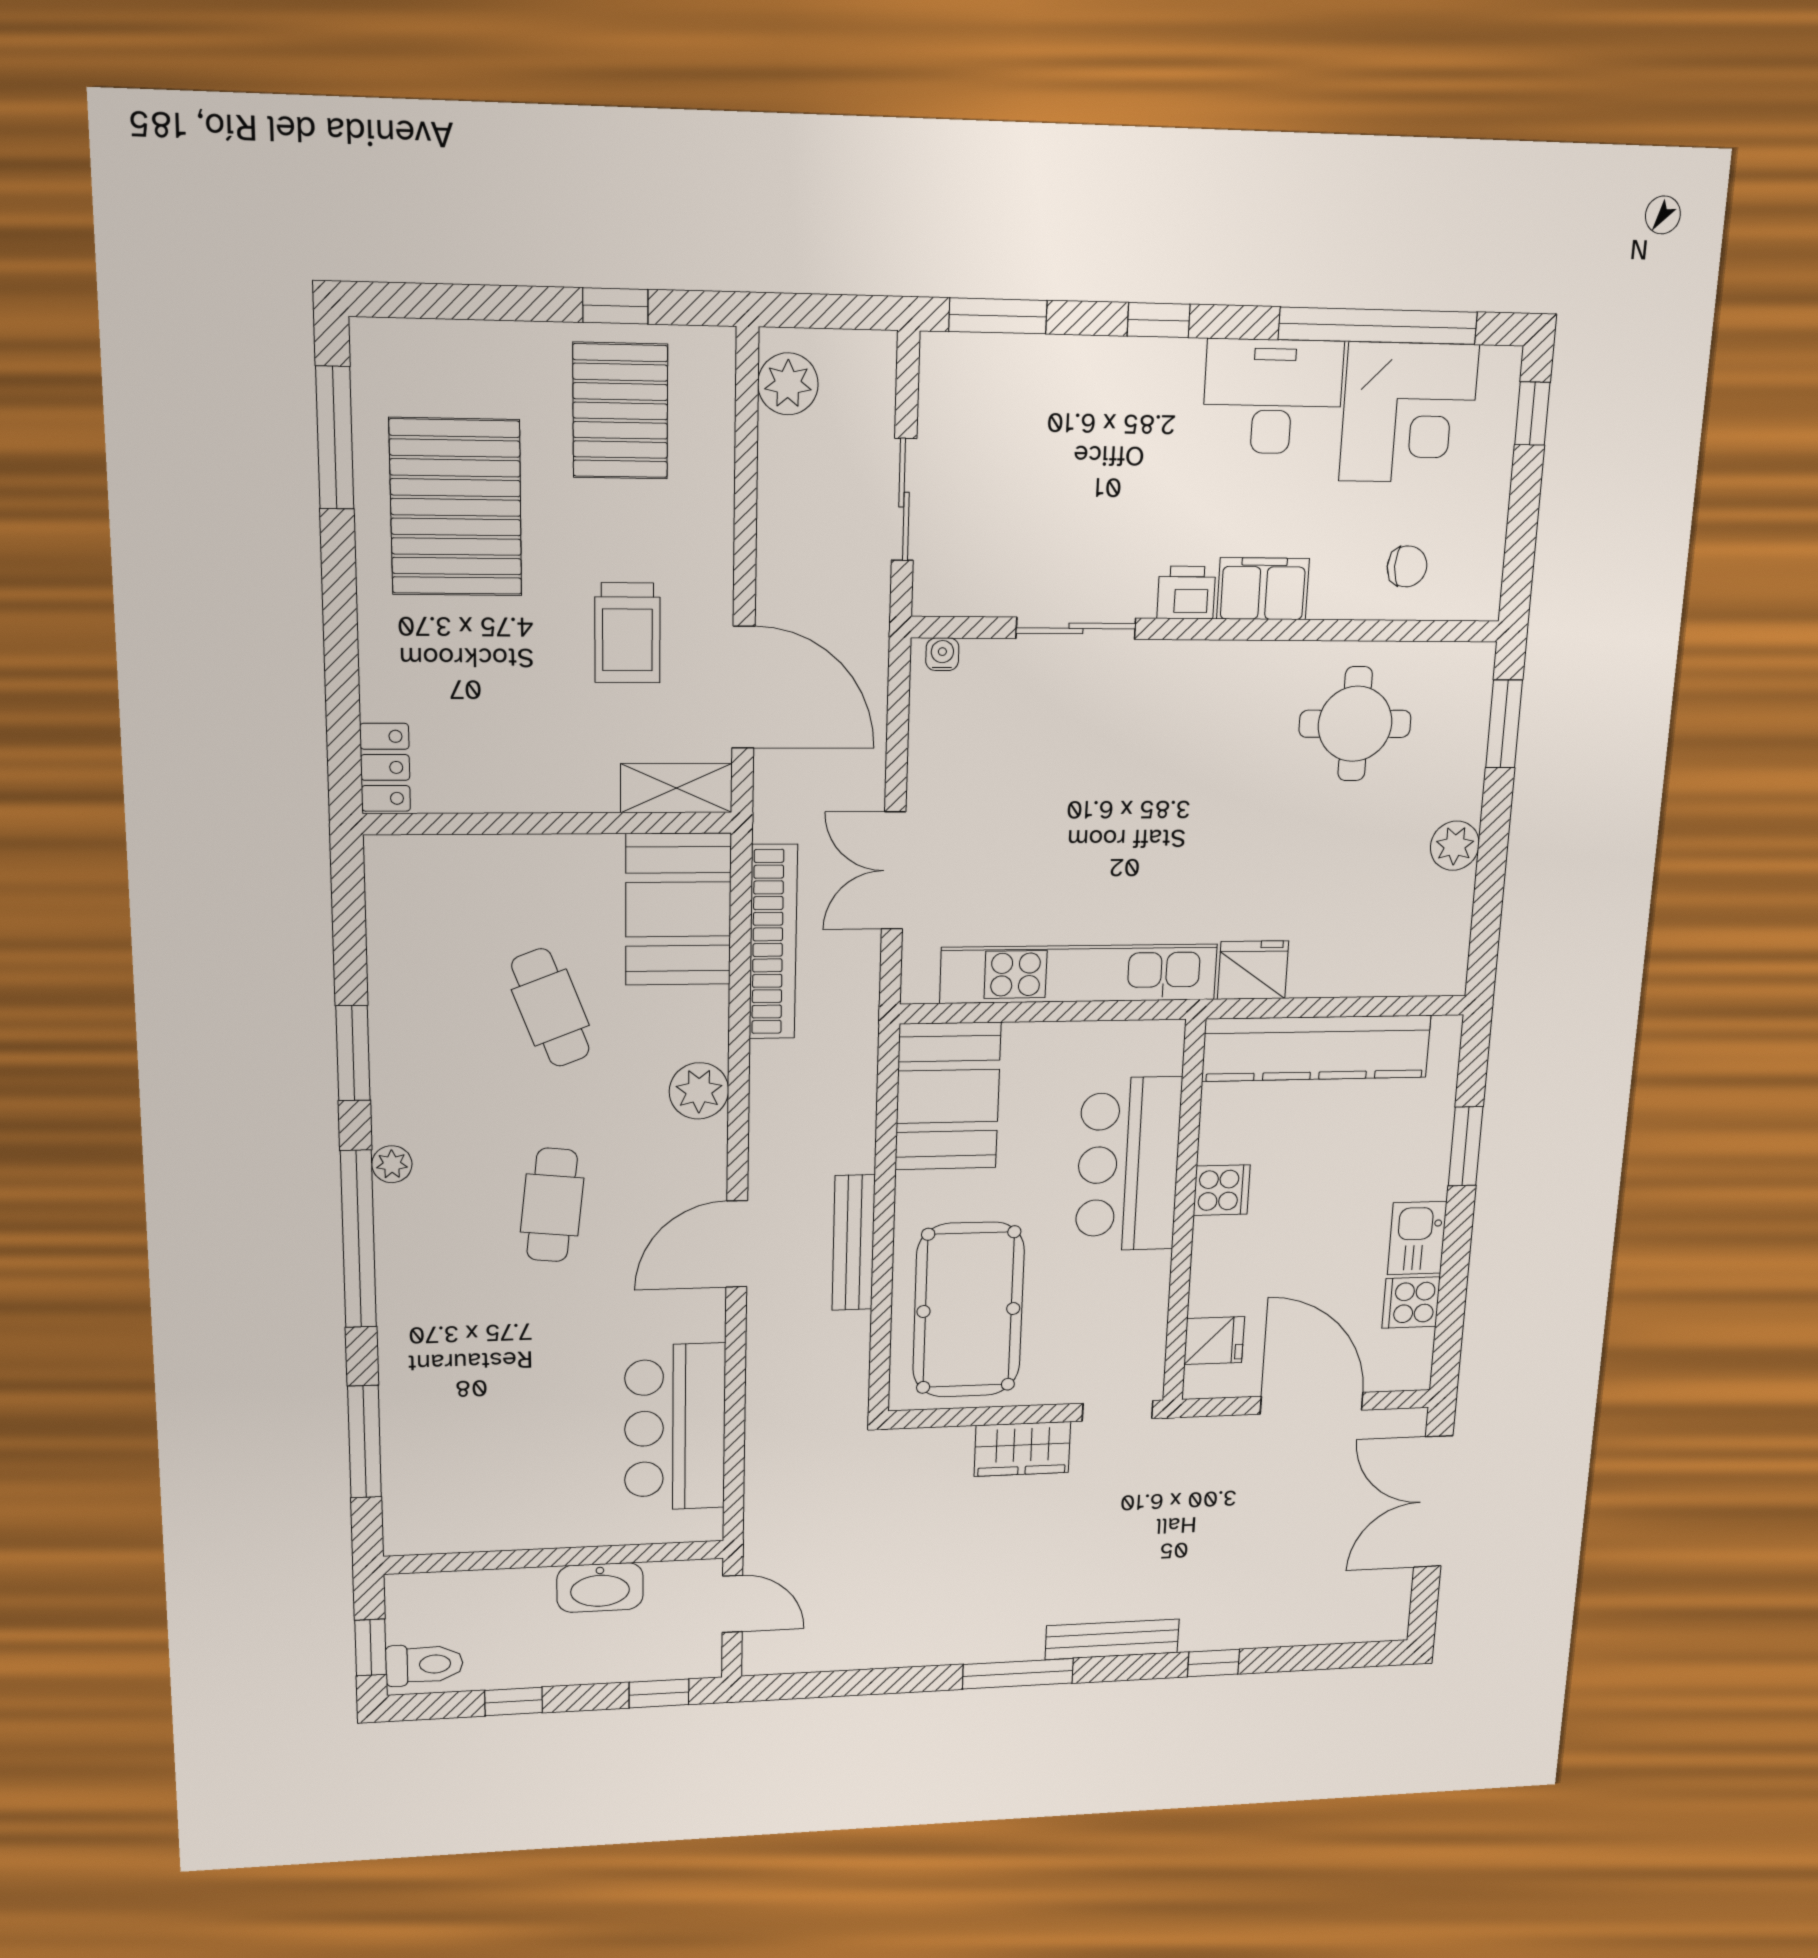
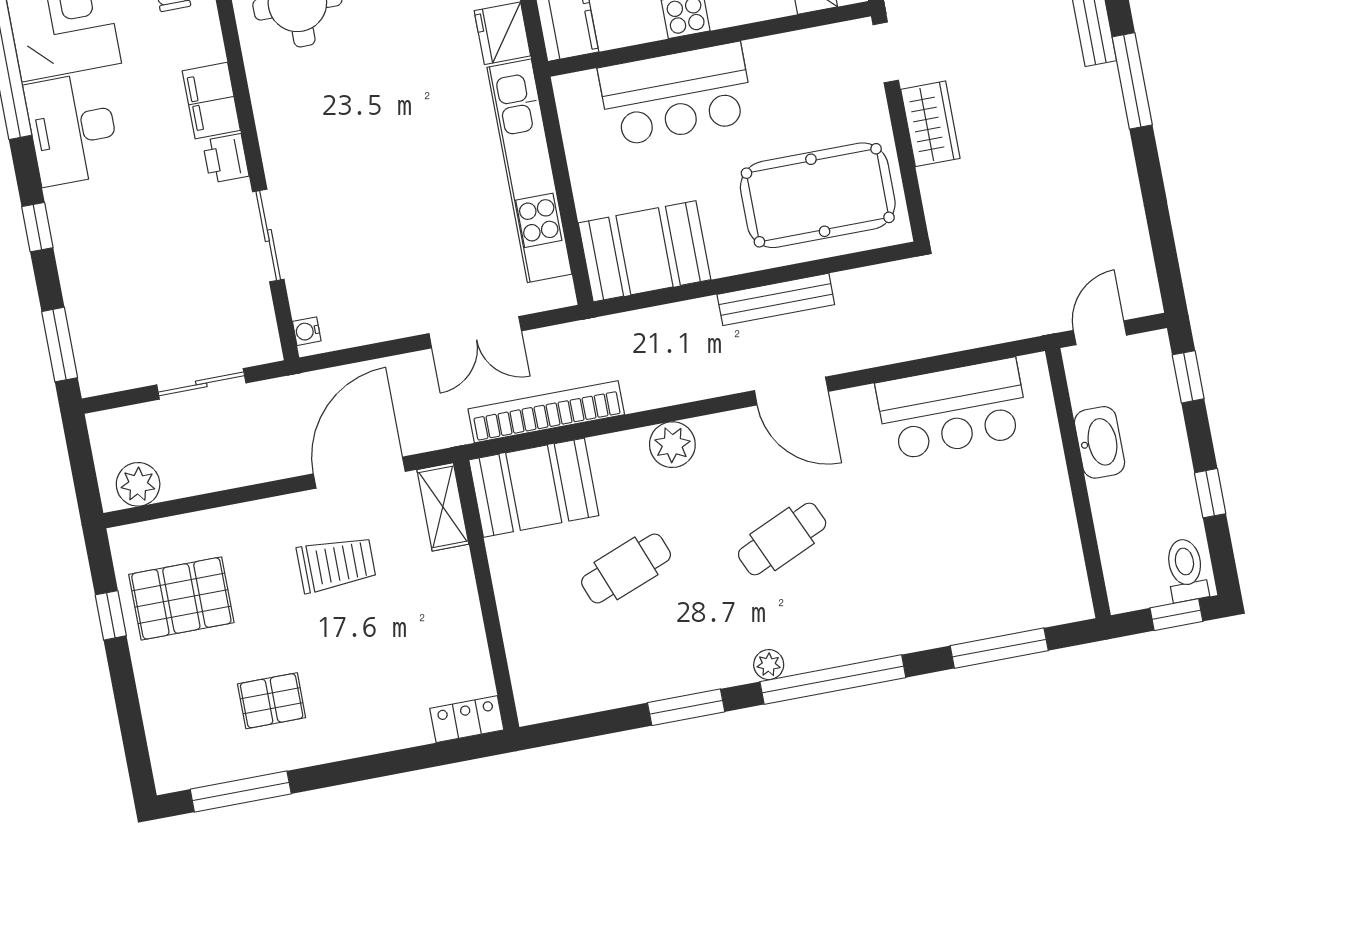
pallet: (456, 507) -> (272, 701), width x0.49, depth x0.50
cafe table: (552, 1205) -> (782, 539), turned -30

